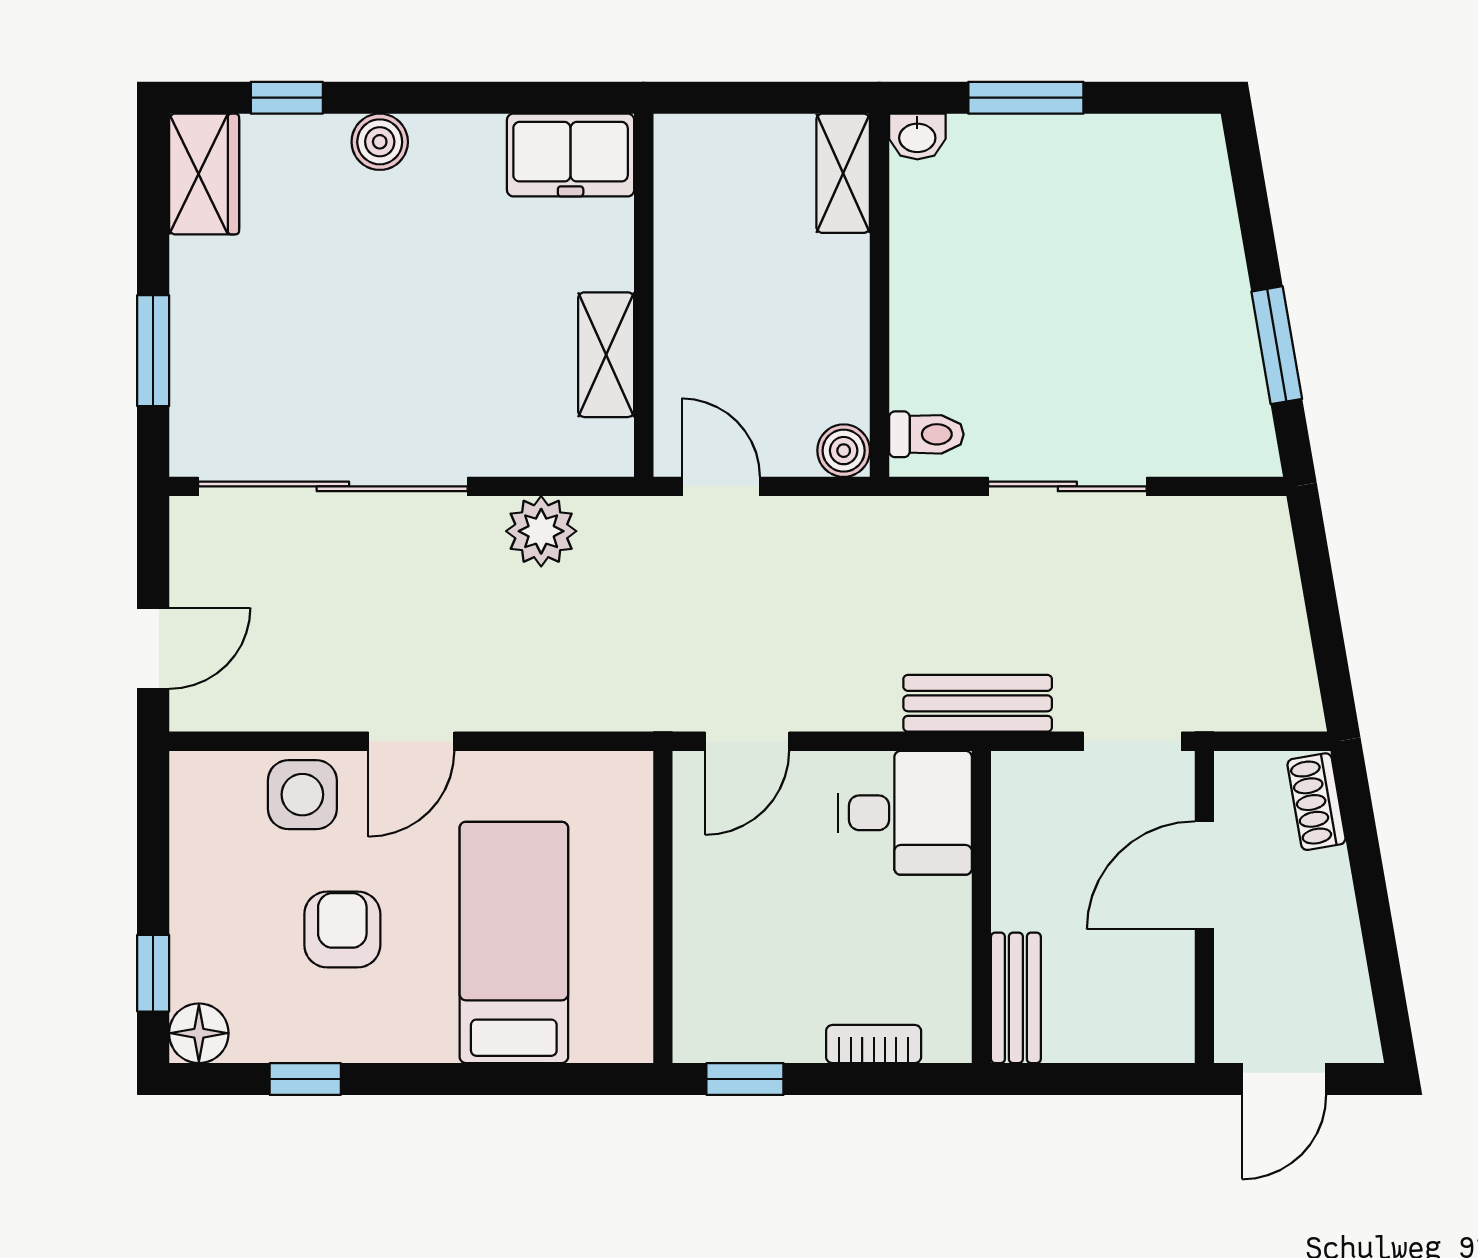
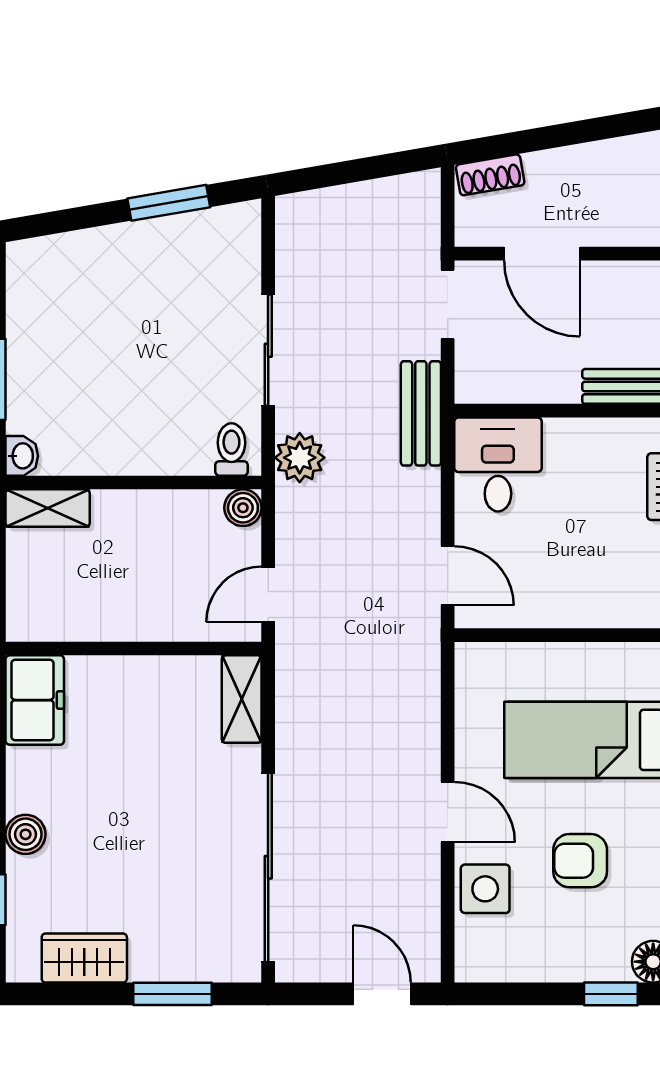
wardrobe: (204, 174) -> (84, 958), moved
shelving: (606, 355) -> (242, 699), moved, turned 90
plant: (541, 531) -> (300, 458), moved

